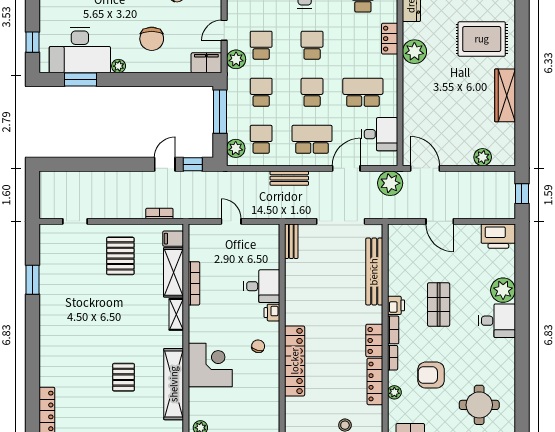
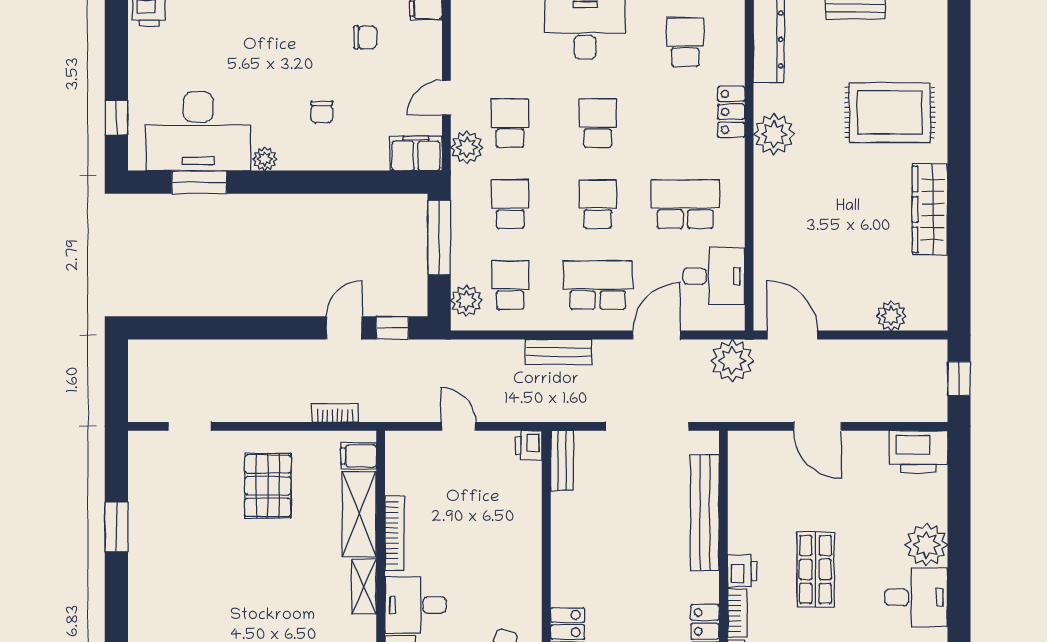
chair: (152, 39) -> (322, 112), width x0.54, depth x0.54
desk: (262, 286) -> (416, 605), moved, turned 180
printer: (272, 313) -> (529, 445), moved

